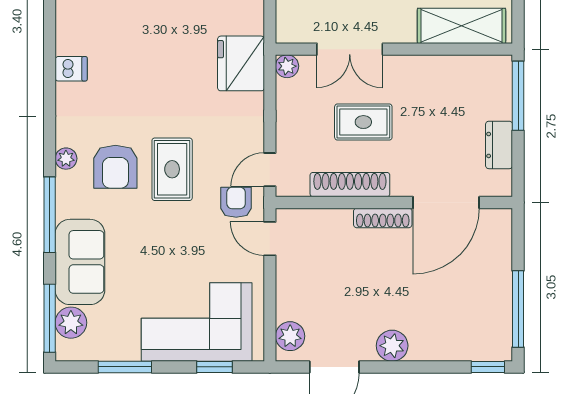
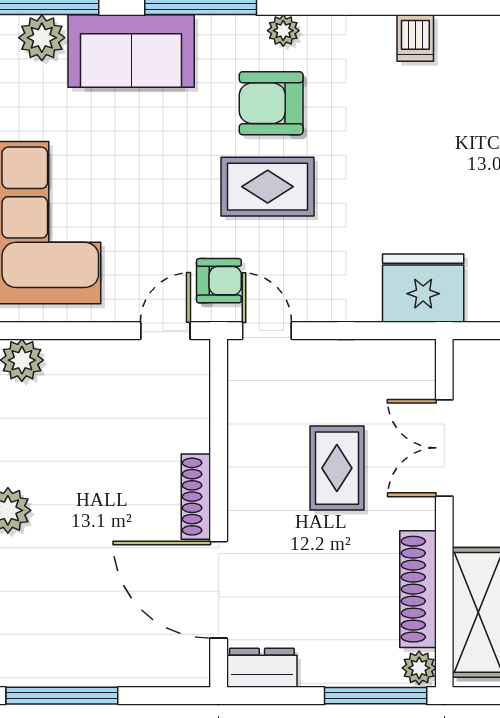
plant: (287, 66) -> (419, 668), moved
dresser: (499, 145) -> (262, 668), moved
shoe rack: (350, 185) -> (418, 589), moved, turned 180

